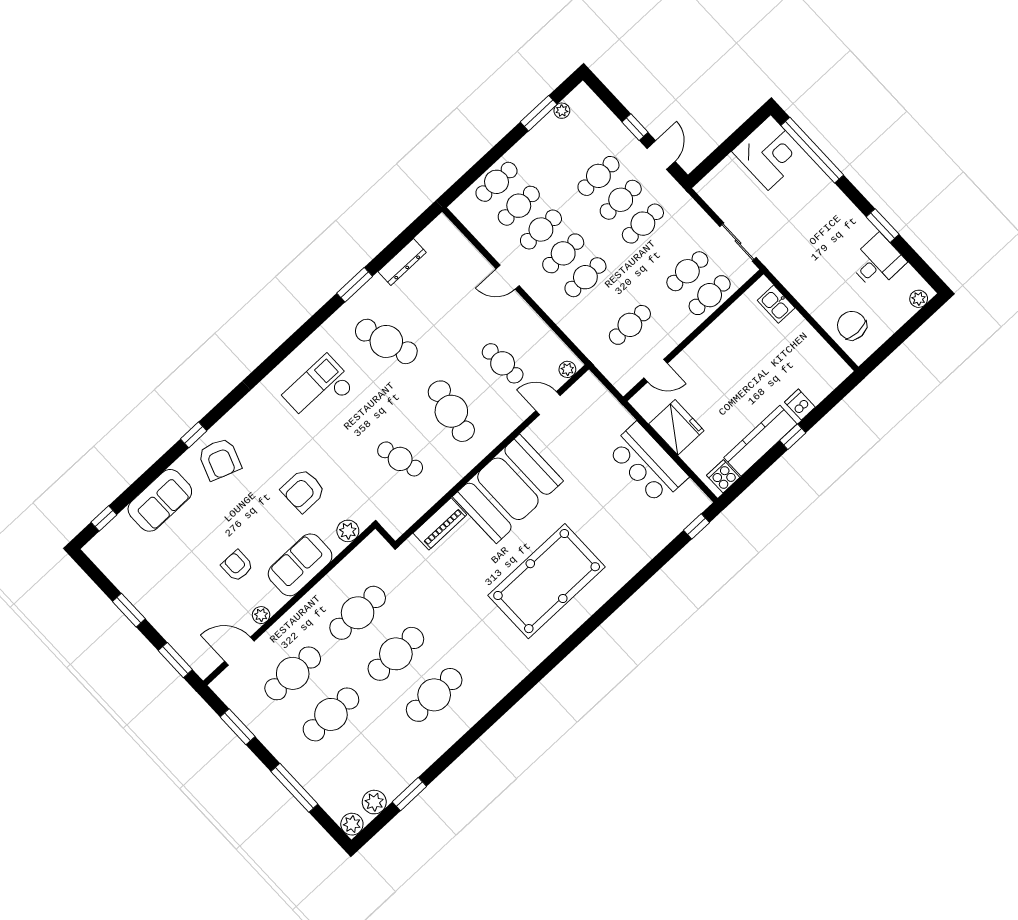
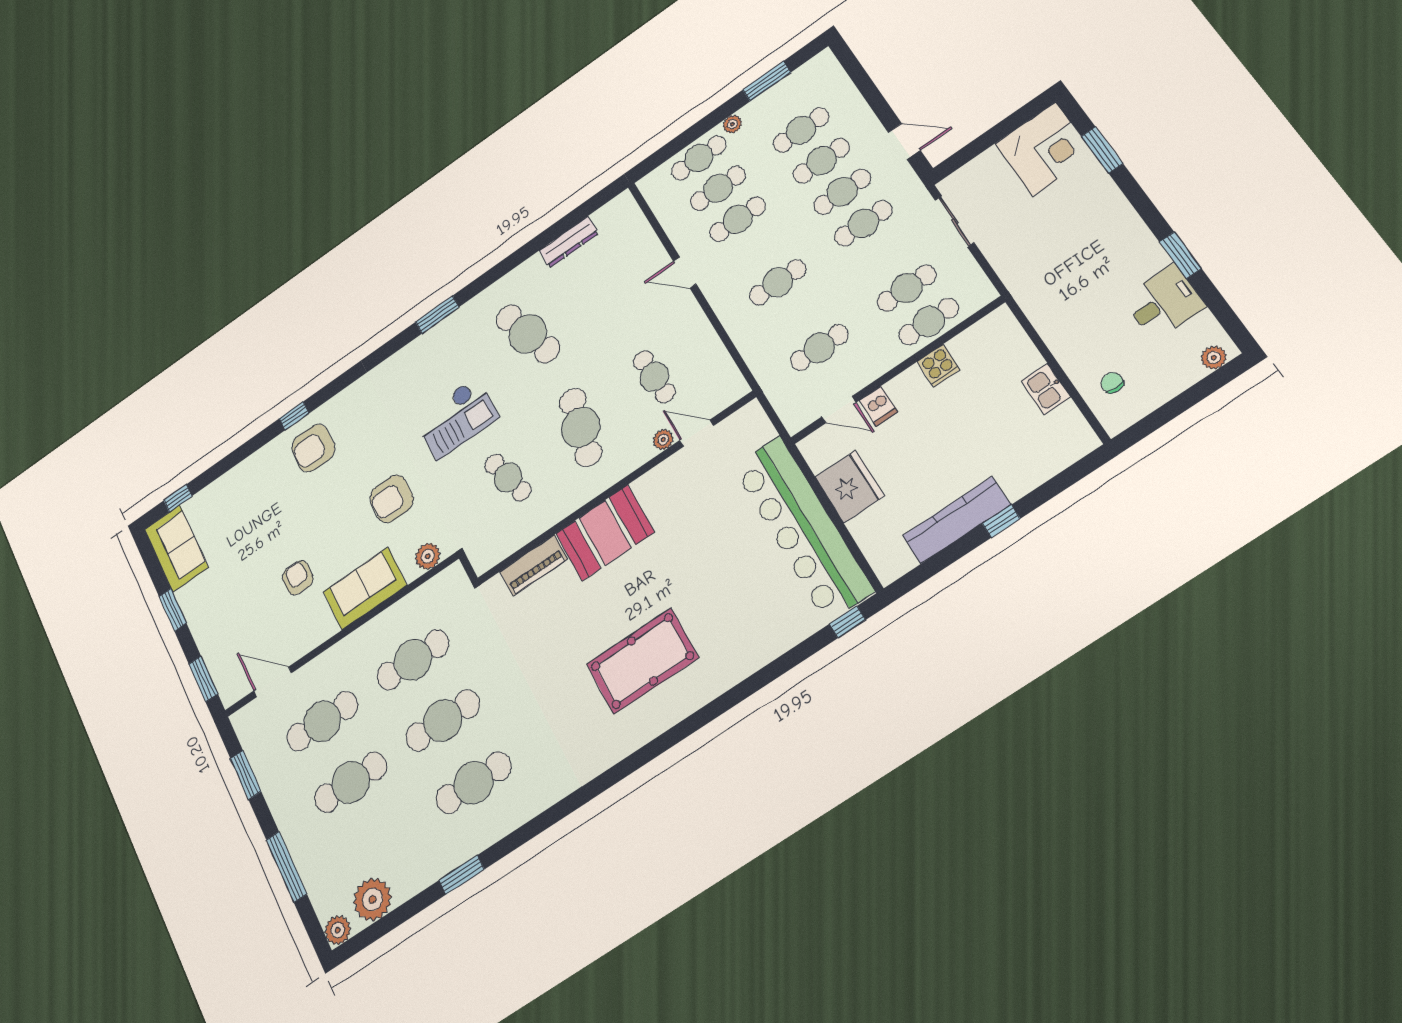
plant: (562, 111) -> (732, 124), moved
window: (635, 127) -> (879, 105), removed
window: (812, 150) -> (1102, 150), width x0.47
door: (661, 155) -> (904, 141), hinge flipped
sliding door: (738, 242) -> (955, 221), moved
cafe table: (563, 253) -> (801, 130), moved
window: (355, 285) -> (437, 315), moved
kitchen sink: (776, 304) -> (1046, 389), moved
chair: (852, 326) -> (1112, 383), width x0.54, depth x0.54
plant: (567, 369) -> (663, 440), moved
checkout: (319, 390) -> (457, 418), moved, turned 180
dishwasher: (800, 405) -> (879, 406), moved, turned 180
armchair: (220, 459) -> (313, 448), turned 70
bar counter: (647, 463) -> (802, 528), width x1.86
cooker: (723, 476) -> (938, 366), moved, turned 180
booth: (508, 489) -> (605, 533), width x0.73, depth x0.70
sofa: (160, 500) -> (176, 548), moved, turned -90
pool table: (547, 581) -> (642, 661), width x0.73, depth x0.76
plant: (261, 615) -> (307, 642), removed
window: (409, 794) -> (462, 875), moved
plant: (374, 802) -> (372, 899), width x1.36, depth x1.36

